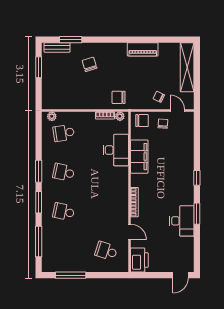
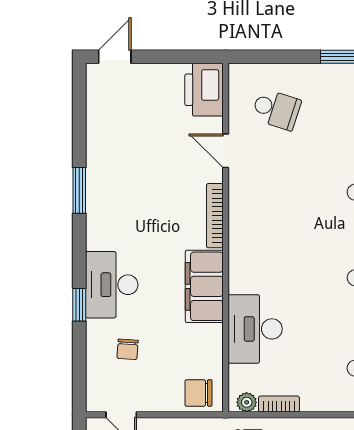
chair: (163, 124) -> (128, 349), moved
filing cabinet: (139, 157) -> (204, 286), moved
window: (197, 178) -> (79, 305), moved
desk: (182, 221) -> (112, 285), moved

